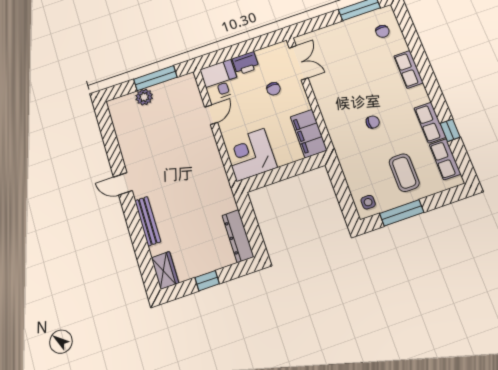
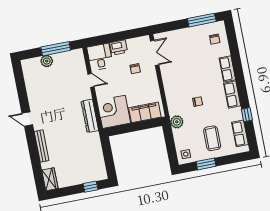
door: (211, 115) -> (91, 80), hinge flipped
row of seats: (430, 123) -> (232, 94), moved
filing cabinet: (309, 134) -> (145, 112), moved, turned 90
plant: (347, 156) -> (177, 122), added
window: (402, 213) -> (206, 164), width x0.69
dresser: (238, 236) -> (90, 116), moved
window: (207, 281) -> (91, 187), moved

